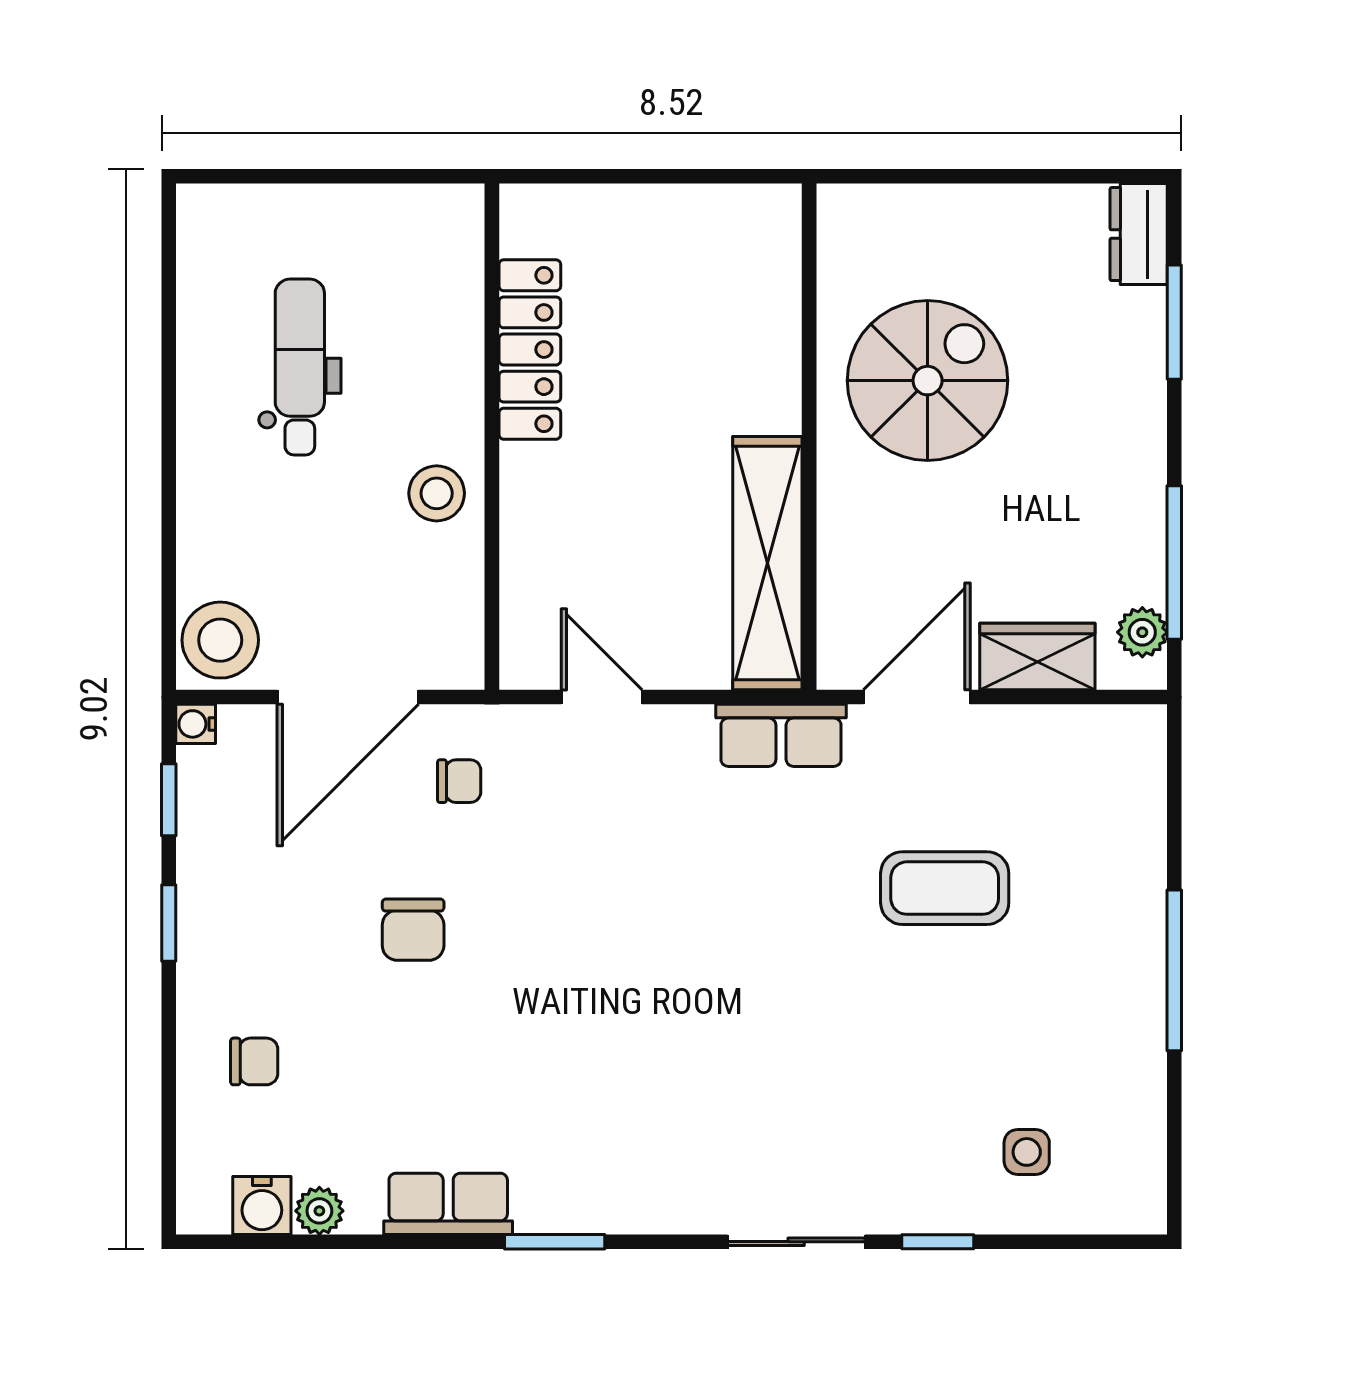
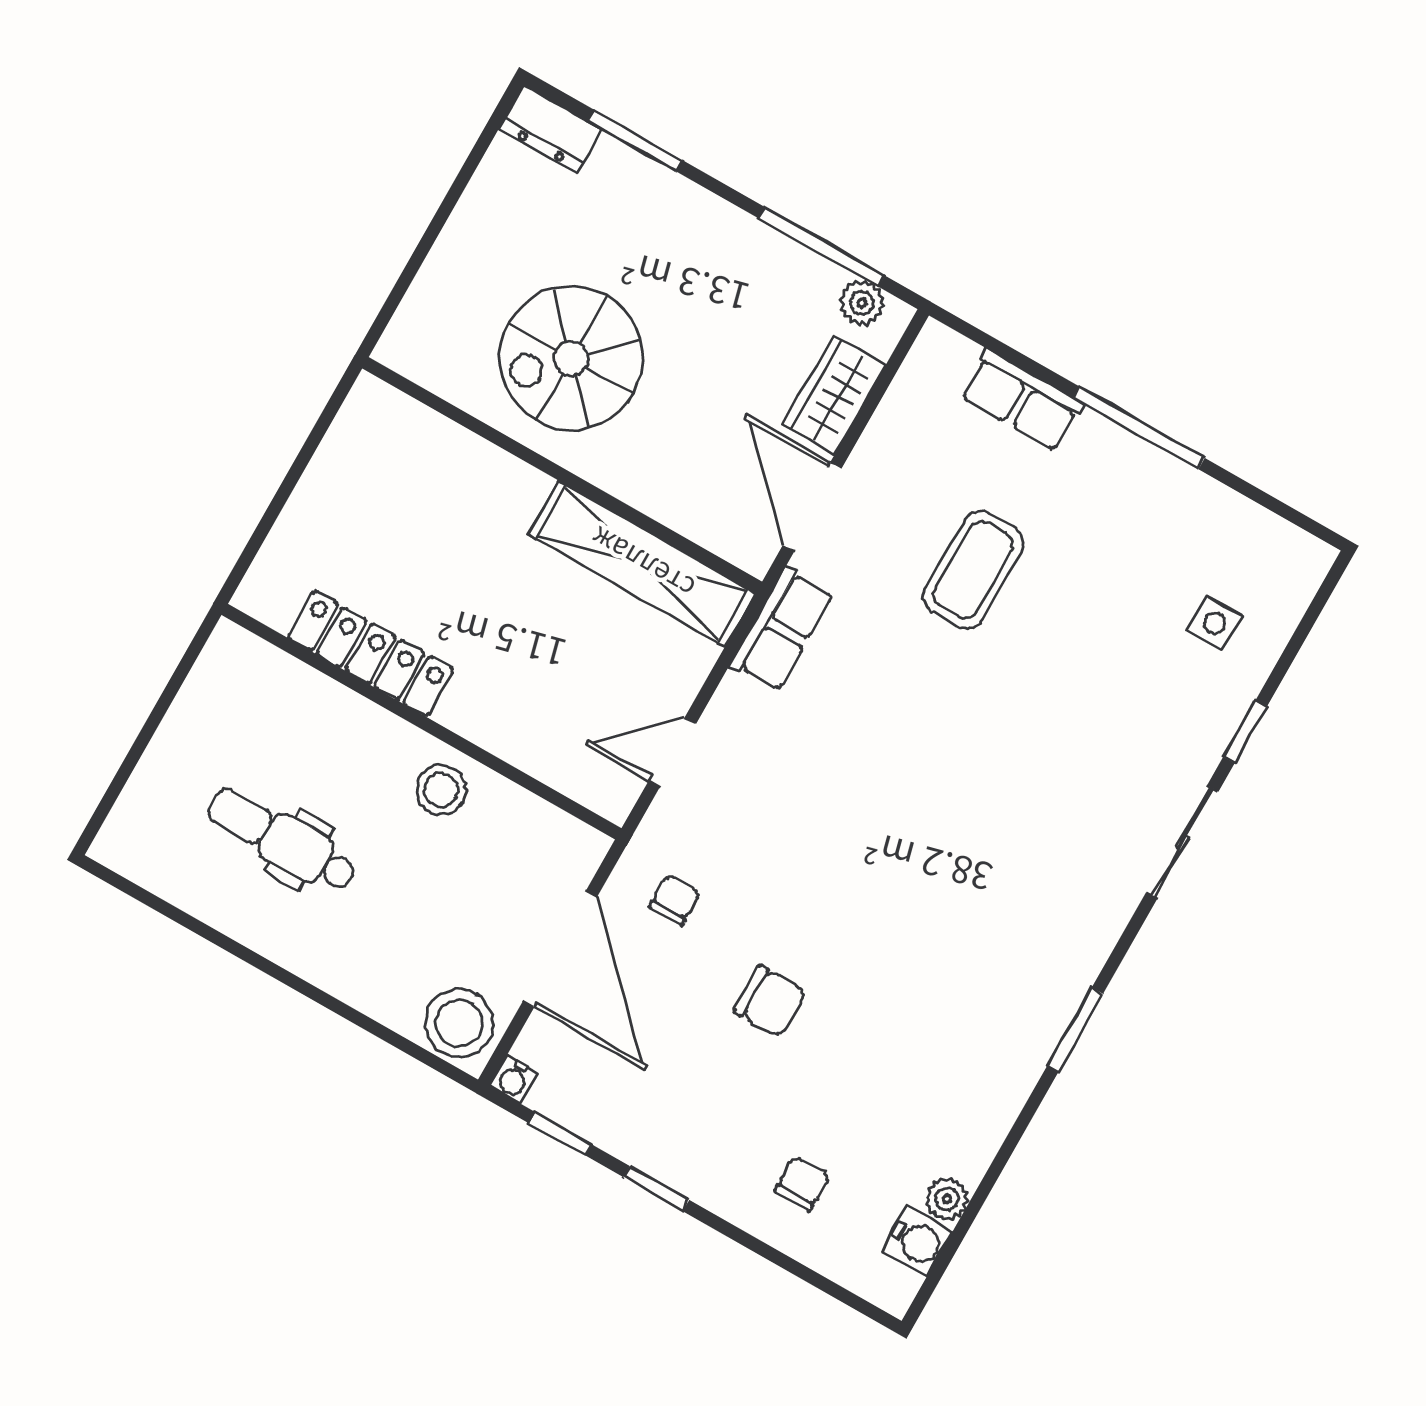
spiral stairs: (928, 381) -> (571, 358), turned -90
row of seats: (448, 1204) -> (1022, 400), moved, turned -90

